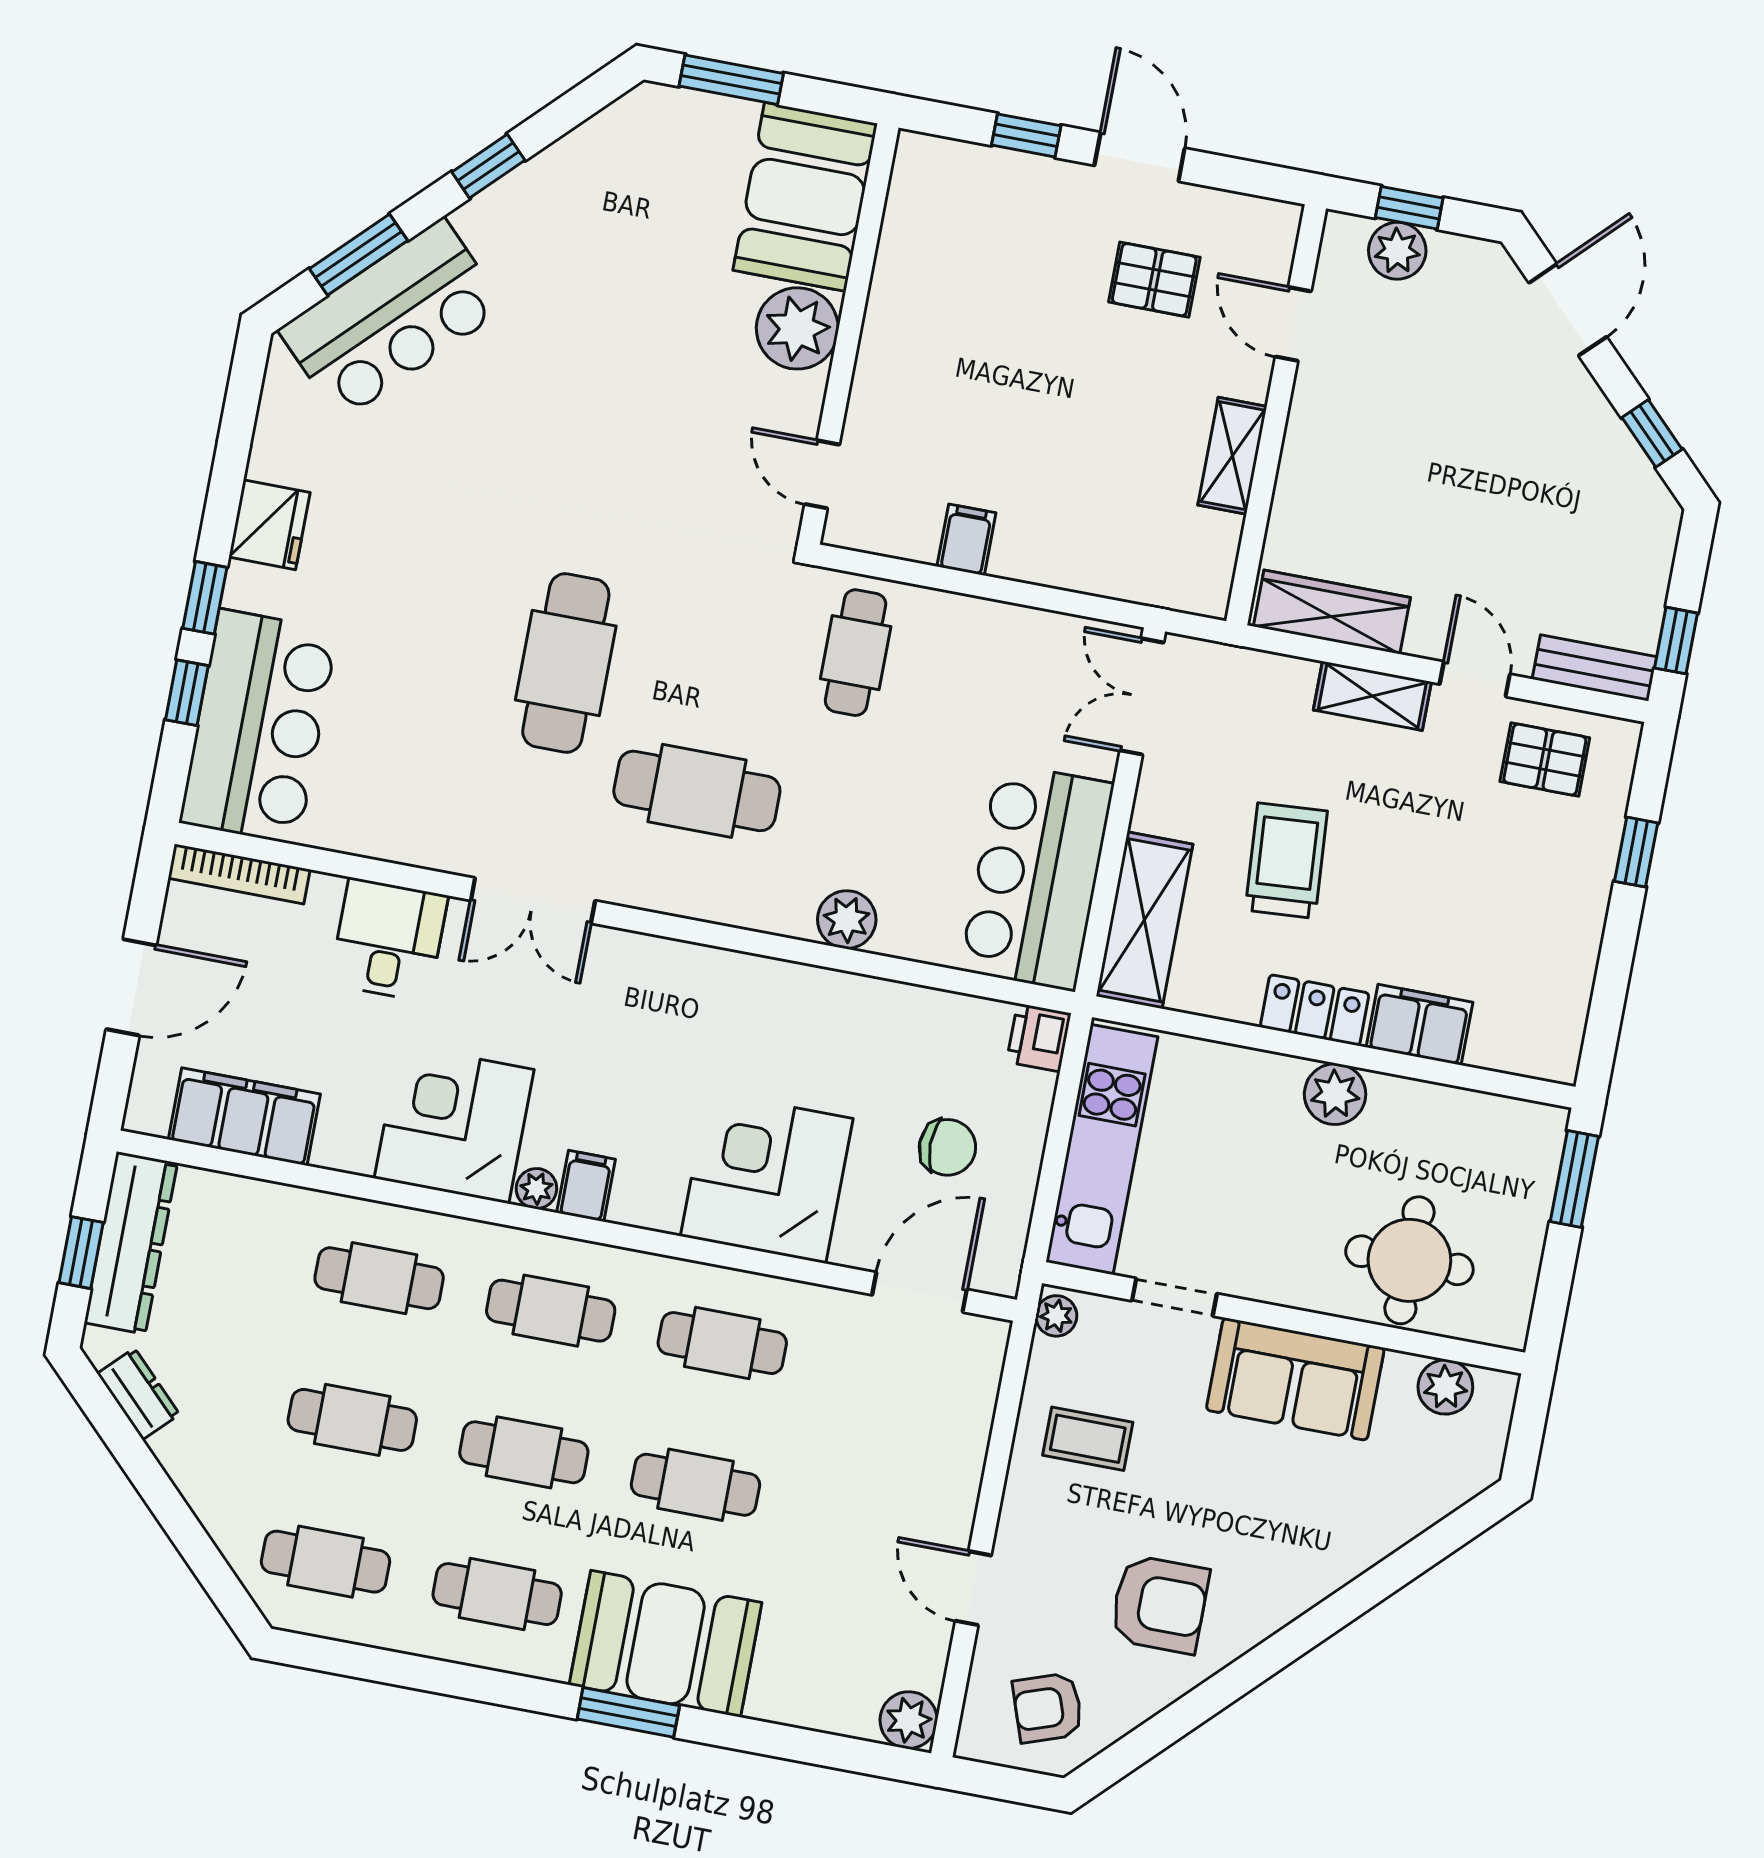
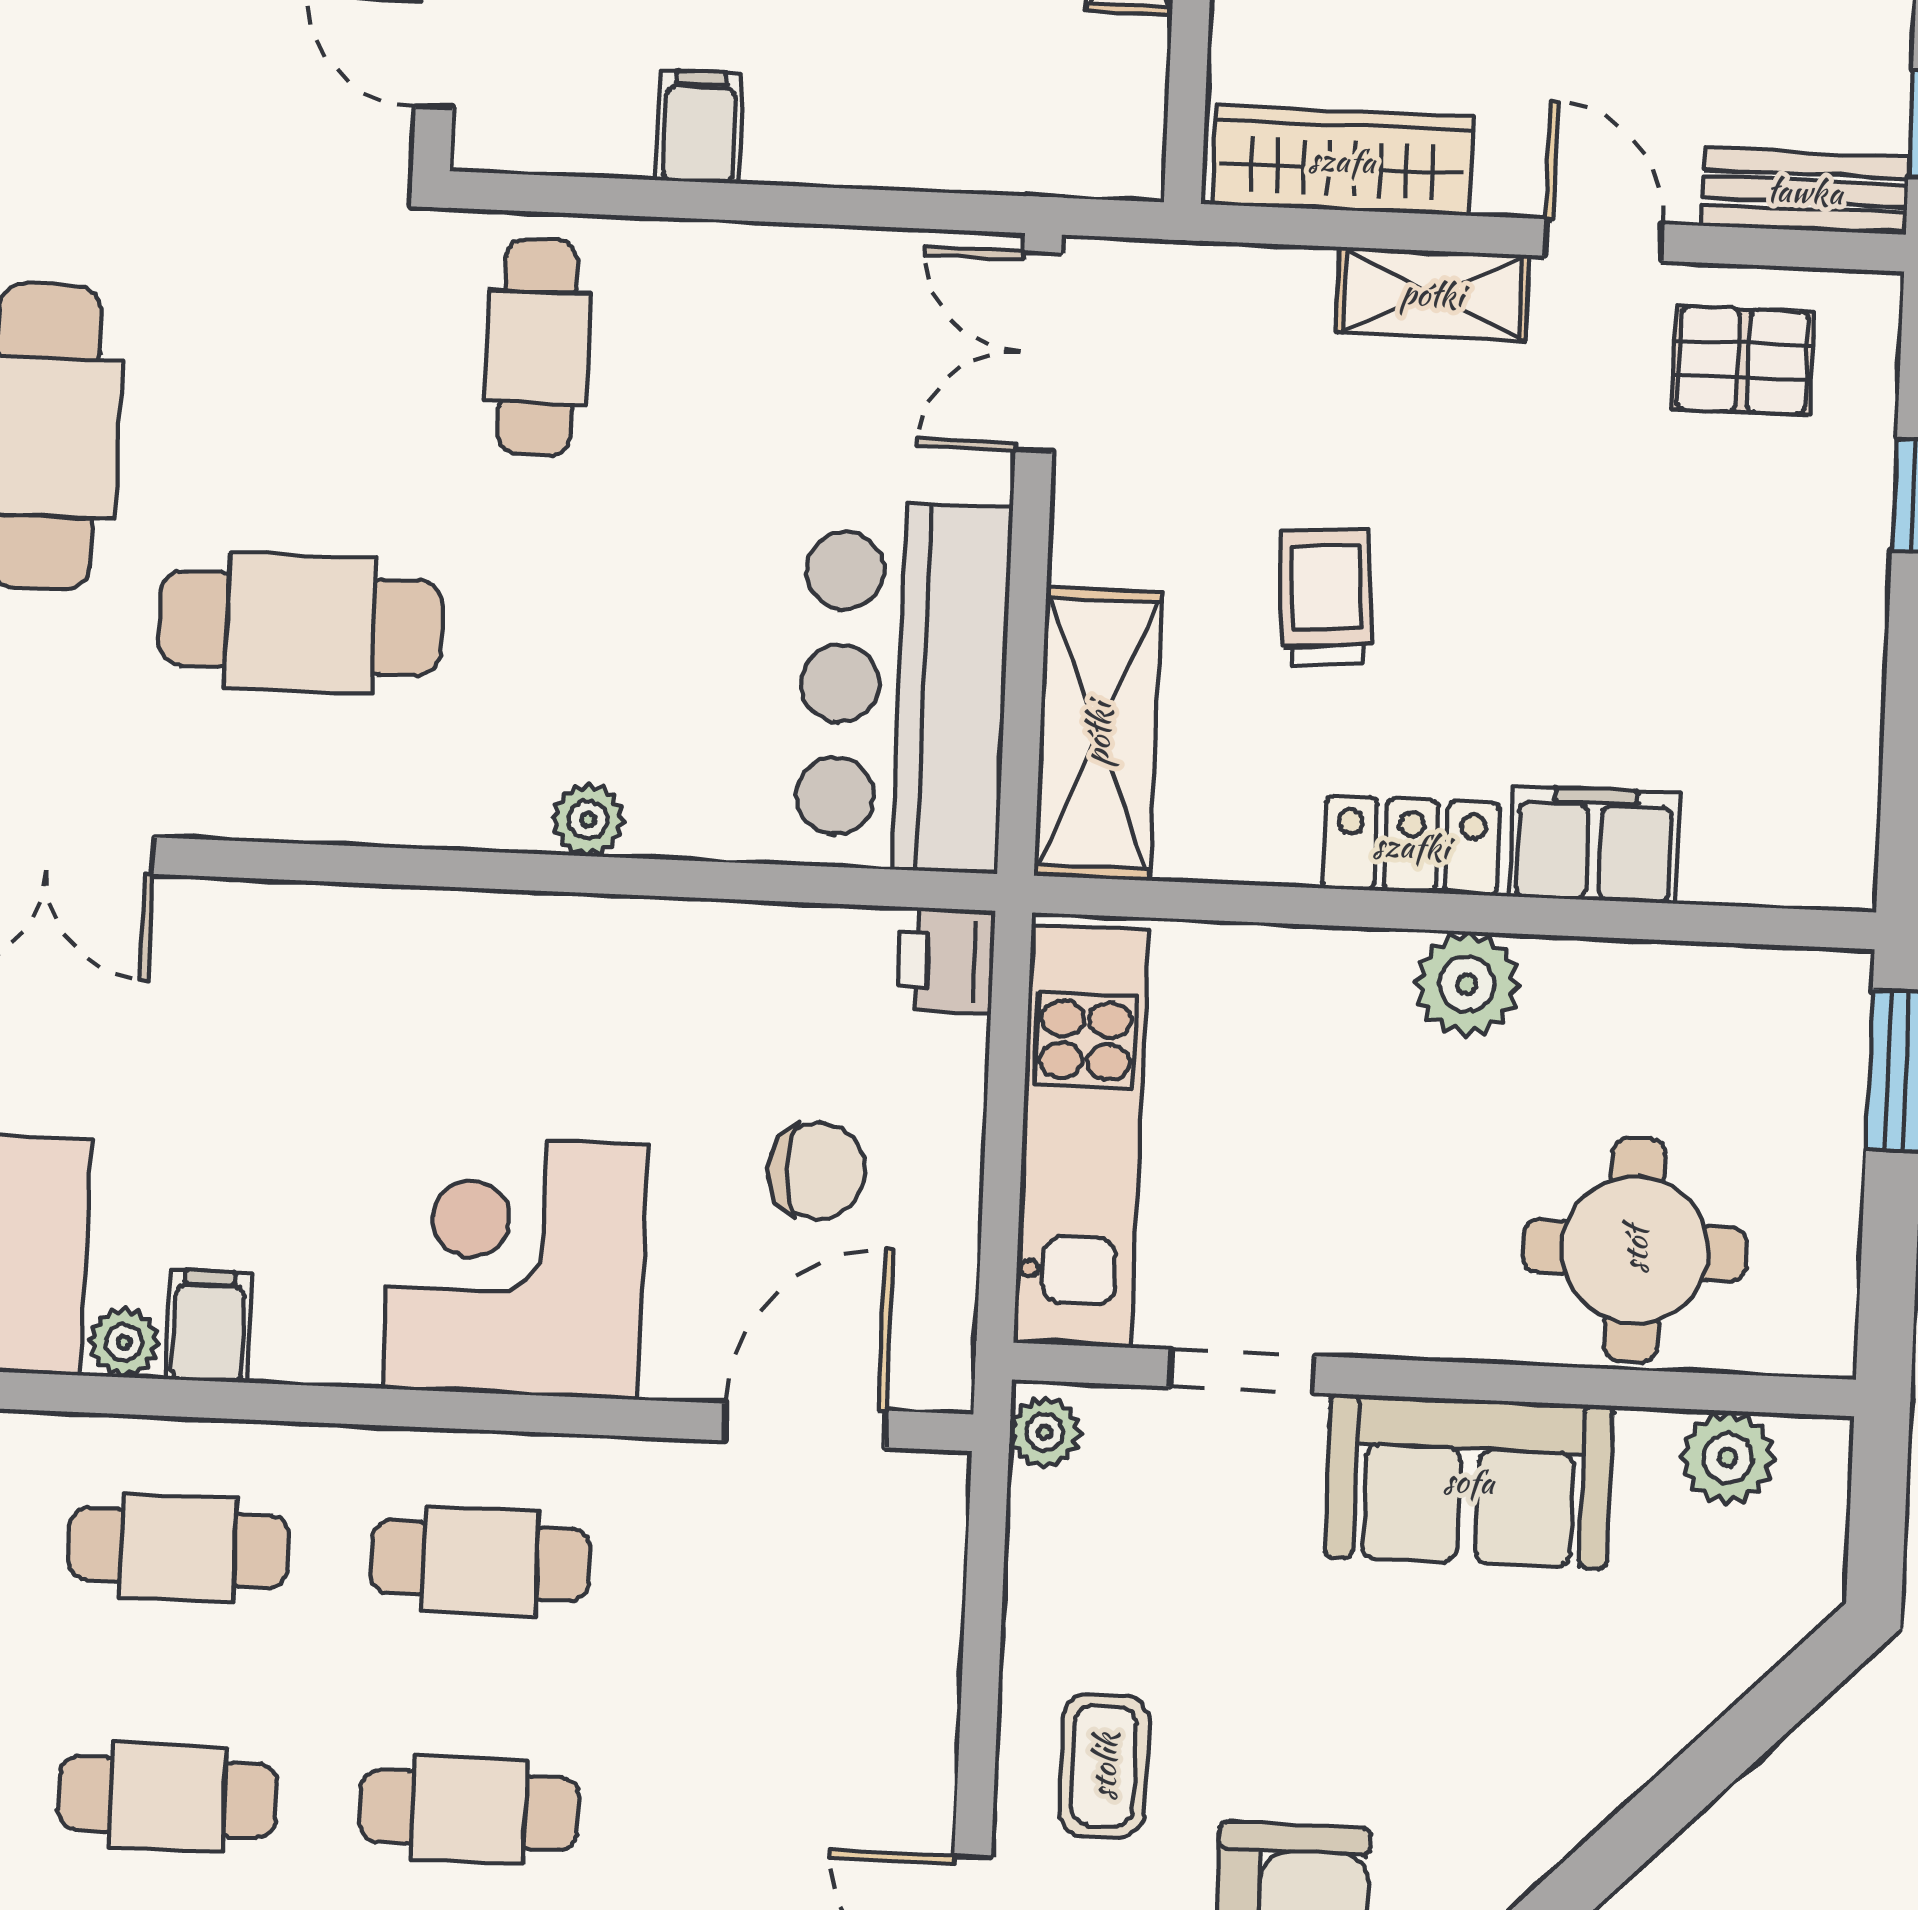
trolley: (1286, 861) -> (1326, 597), width x0.73, depth x0.72
plant: (847, 920) -> (588, 820), width x0.73, depth x0.73
coffee table: (1088, 1439) -> (1104, 1766), moved, turned 90

